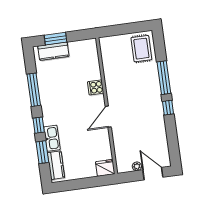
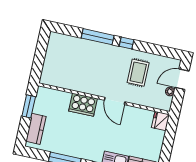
window: (56, 39) -> (29, 106), moved
rug: (141, 49) -> (138, 73), moved, turned 90
cooker: (96, 87) -> (83, 105), width x1.87, depth x1.31

